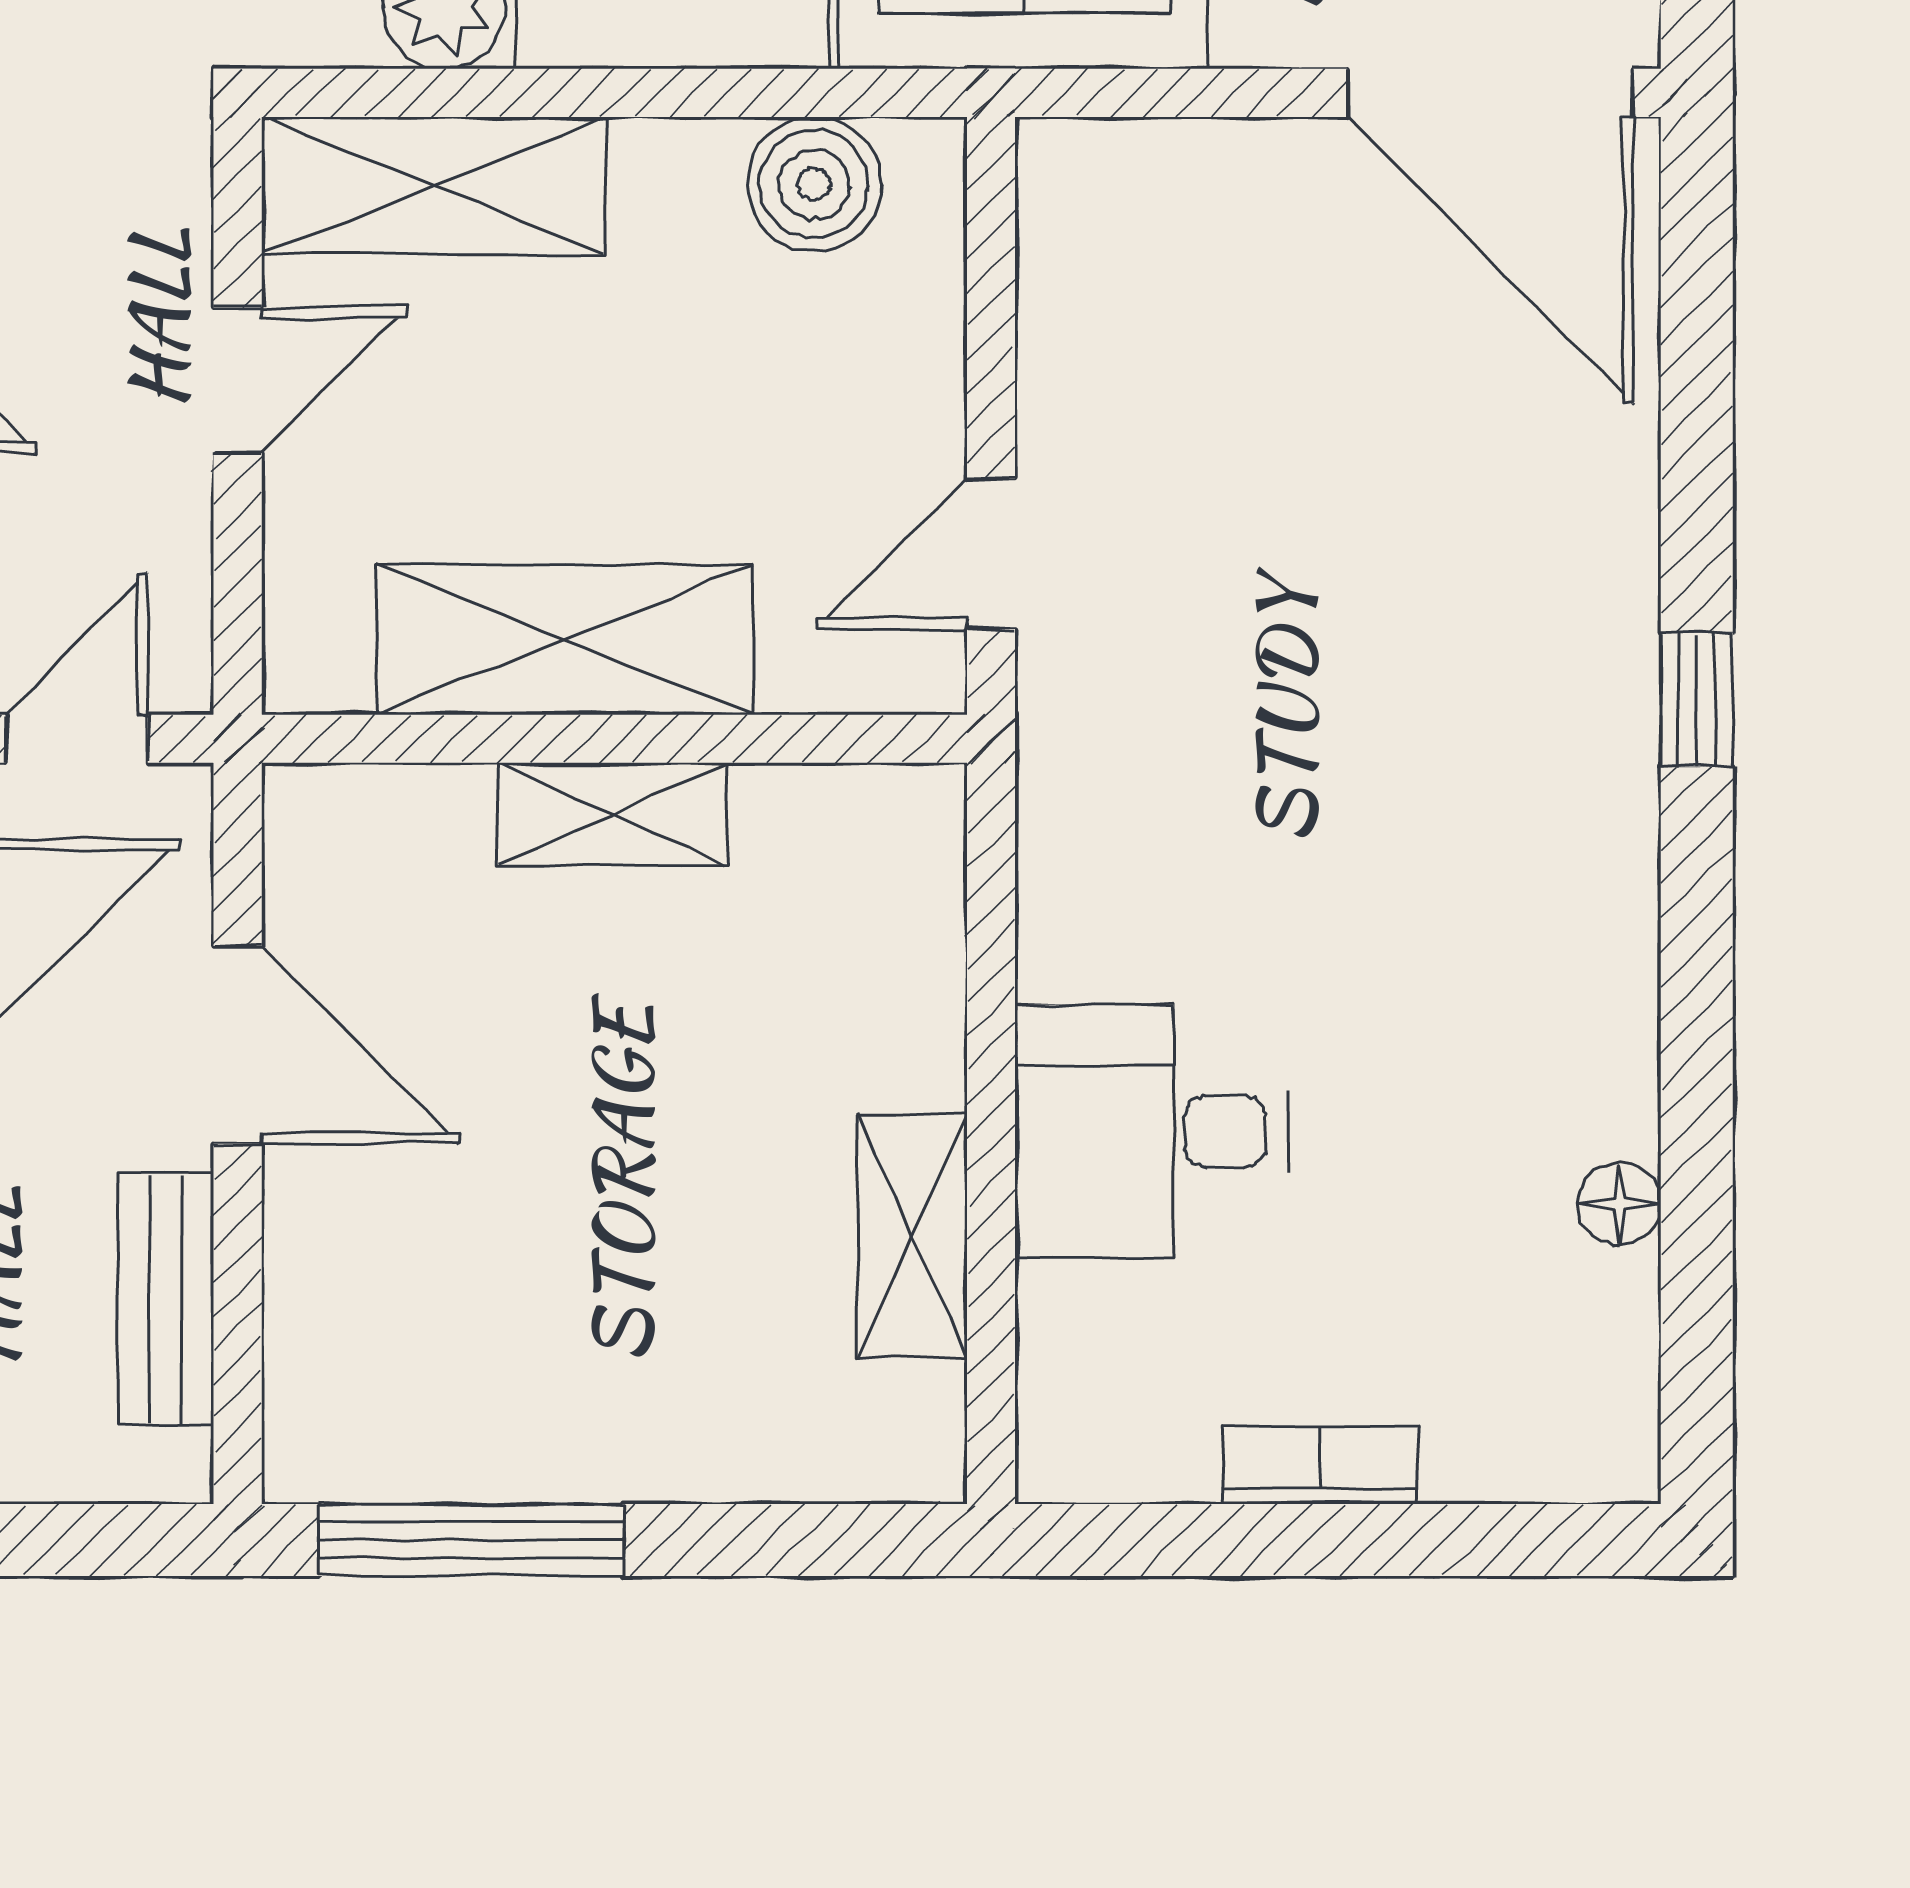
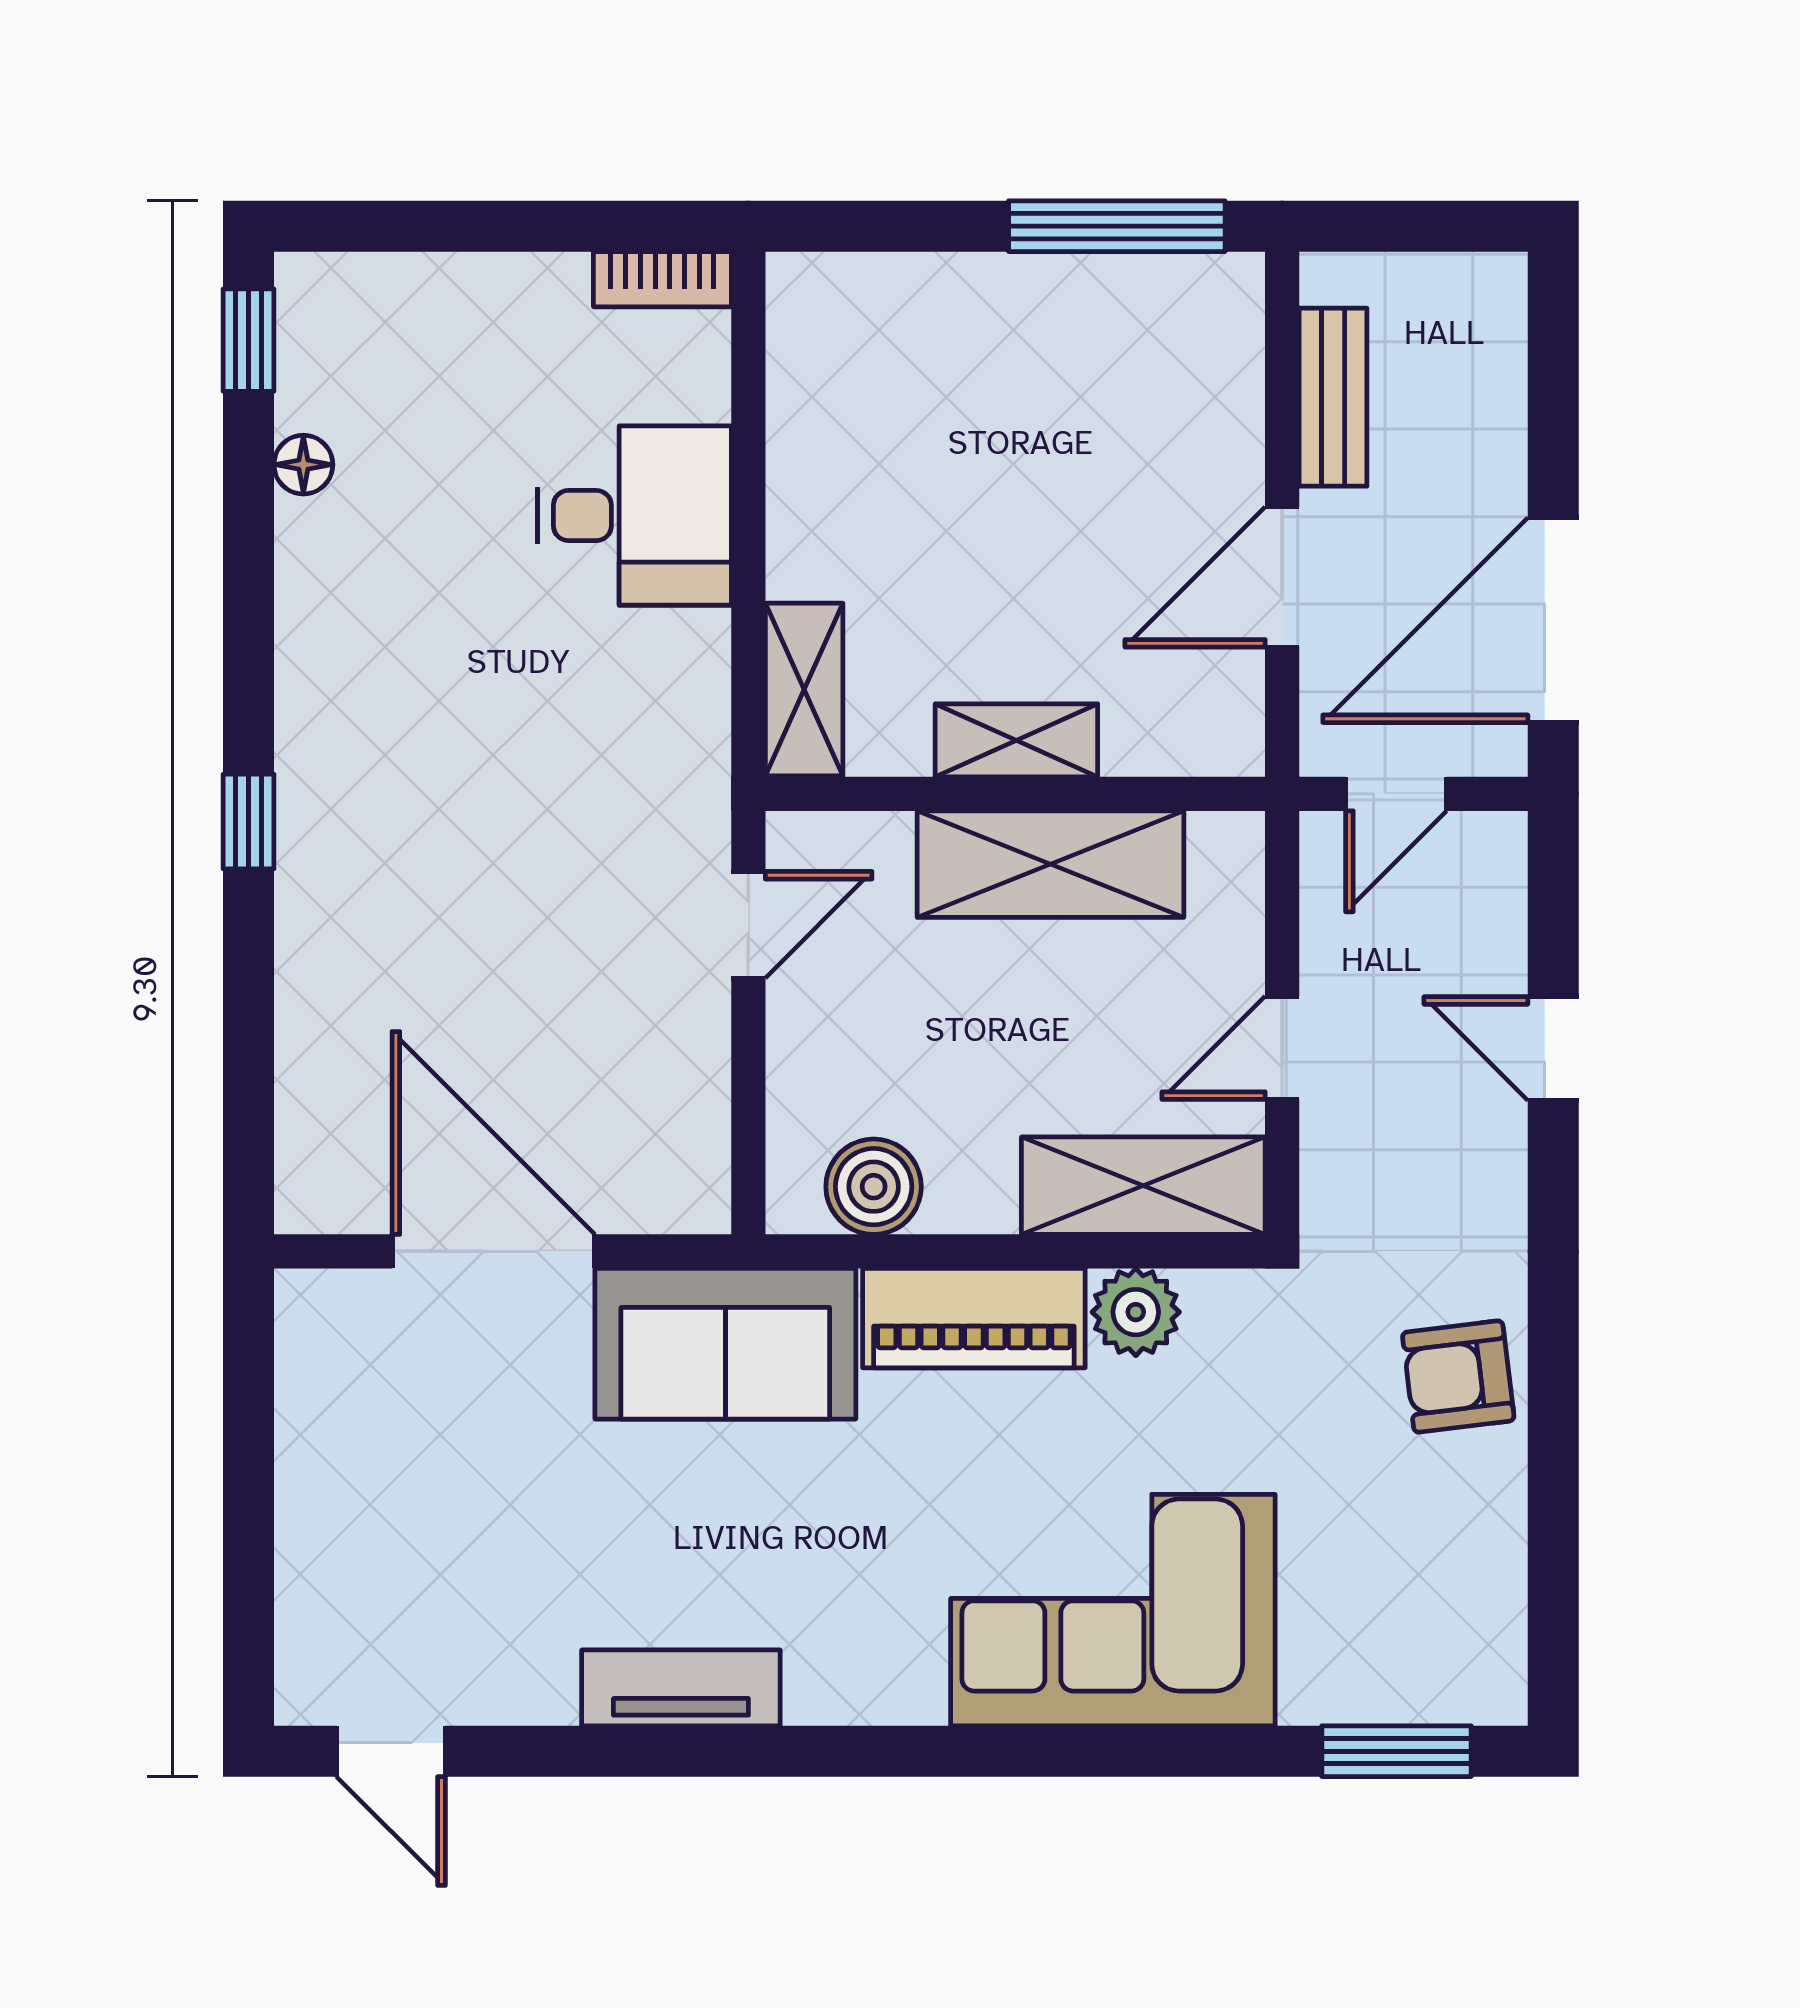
door: (1490, 93) -> (493, 1251), moved
door: (238, 1045) -> (1282, 577), hinge flipped
shelving: (912, 1236) -> (804, 690), moved
window: (1697, 1379) -> (248, 340), added
bookcase: (1320, 1465) -> (662, 279), moved

